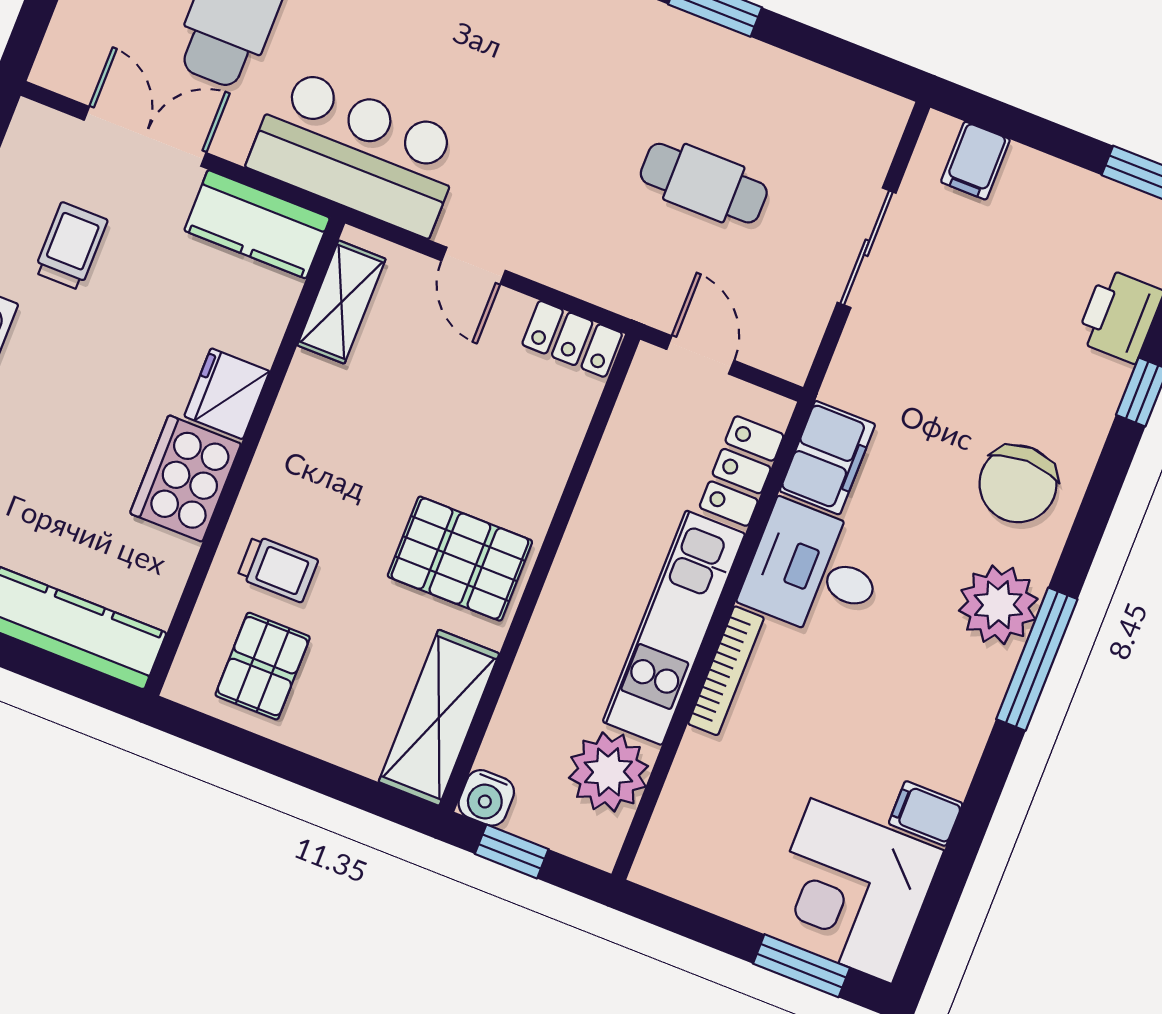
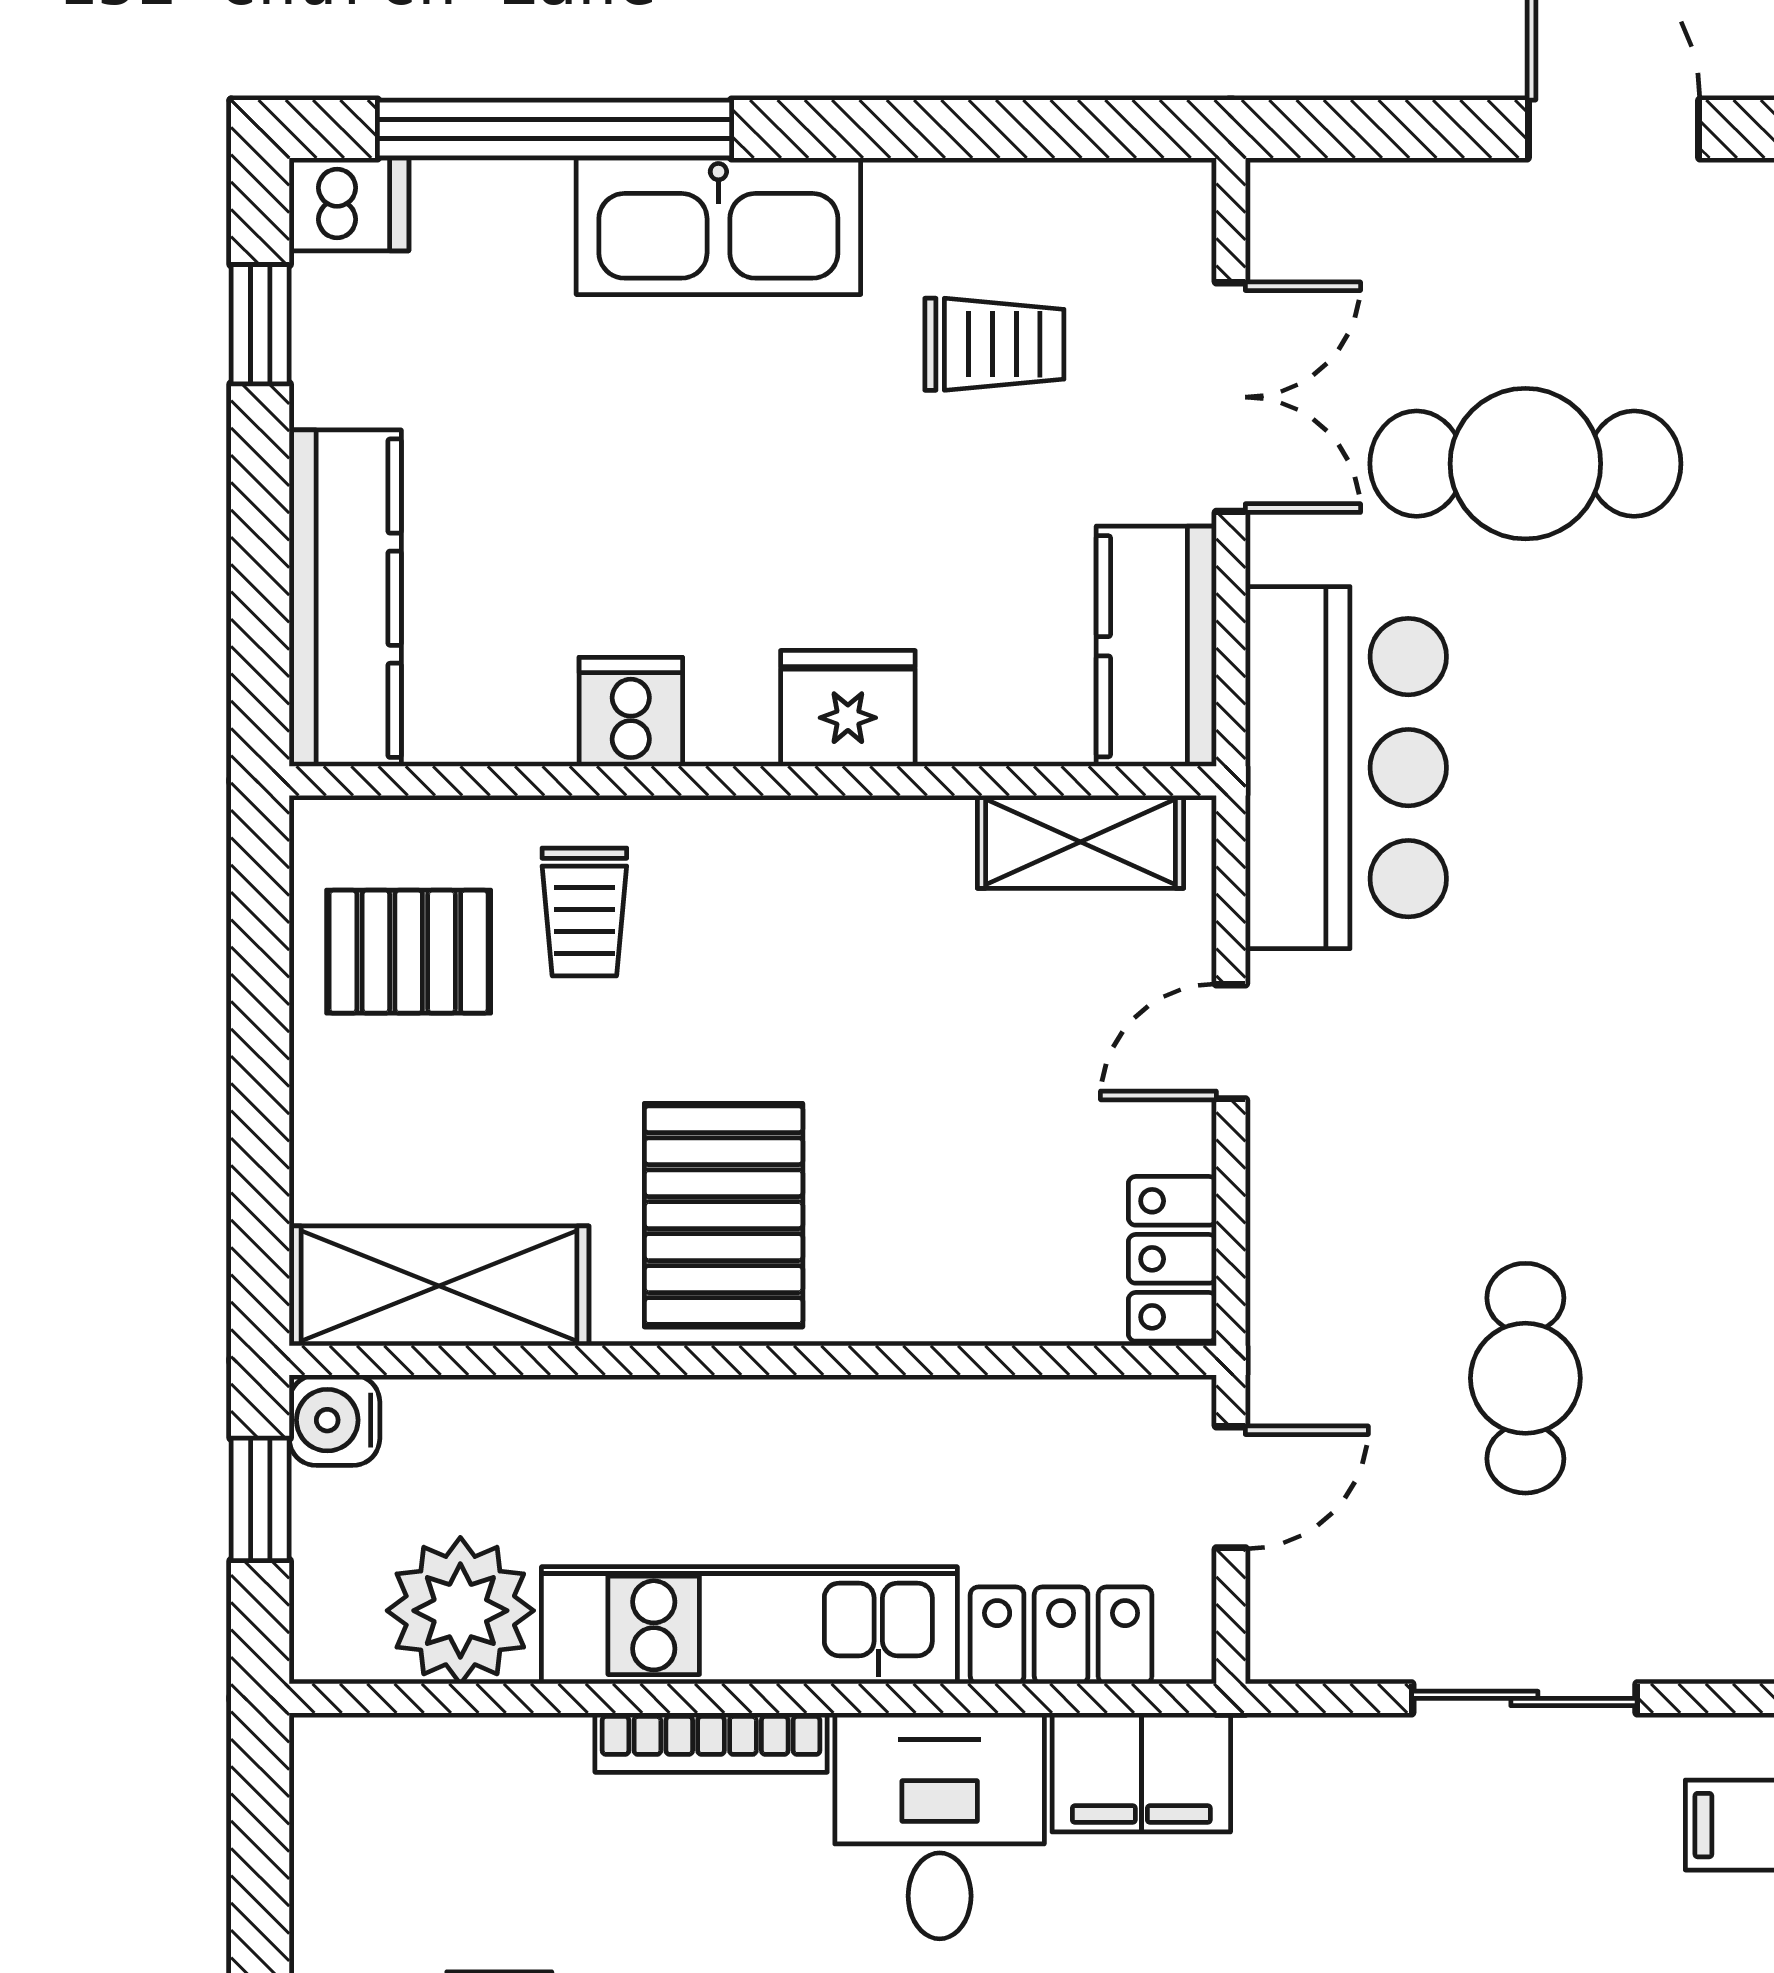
cooker: (185, 479) -> (631, 712), width x0.53, depth x0.76

